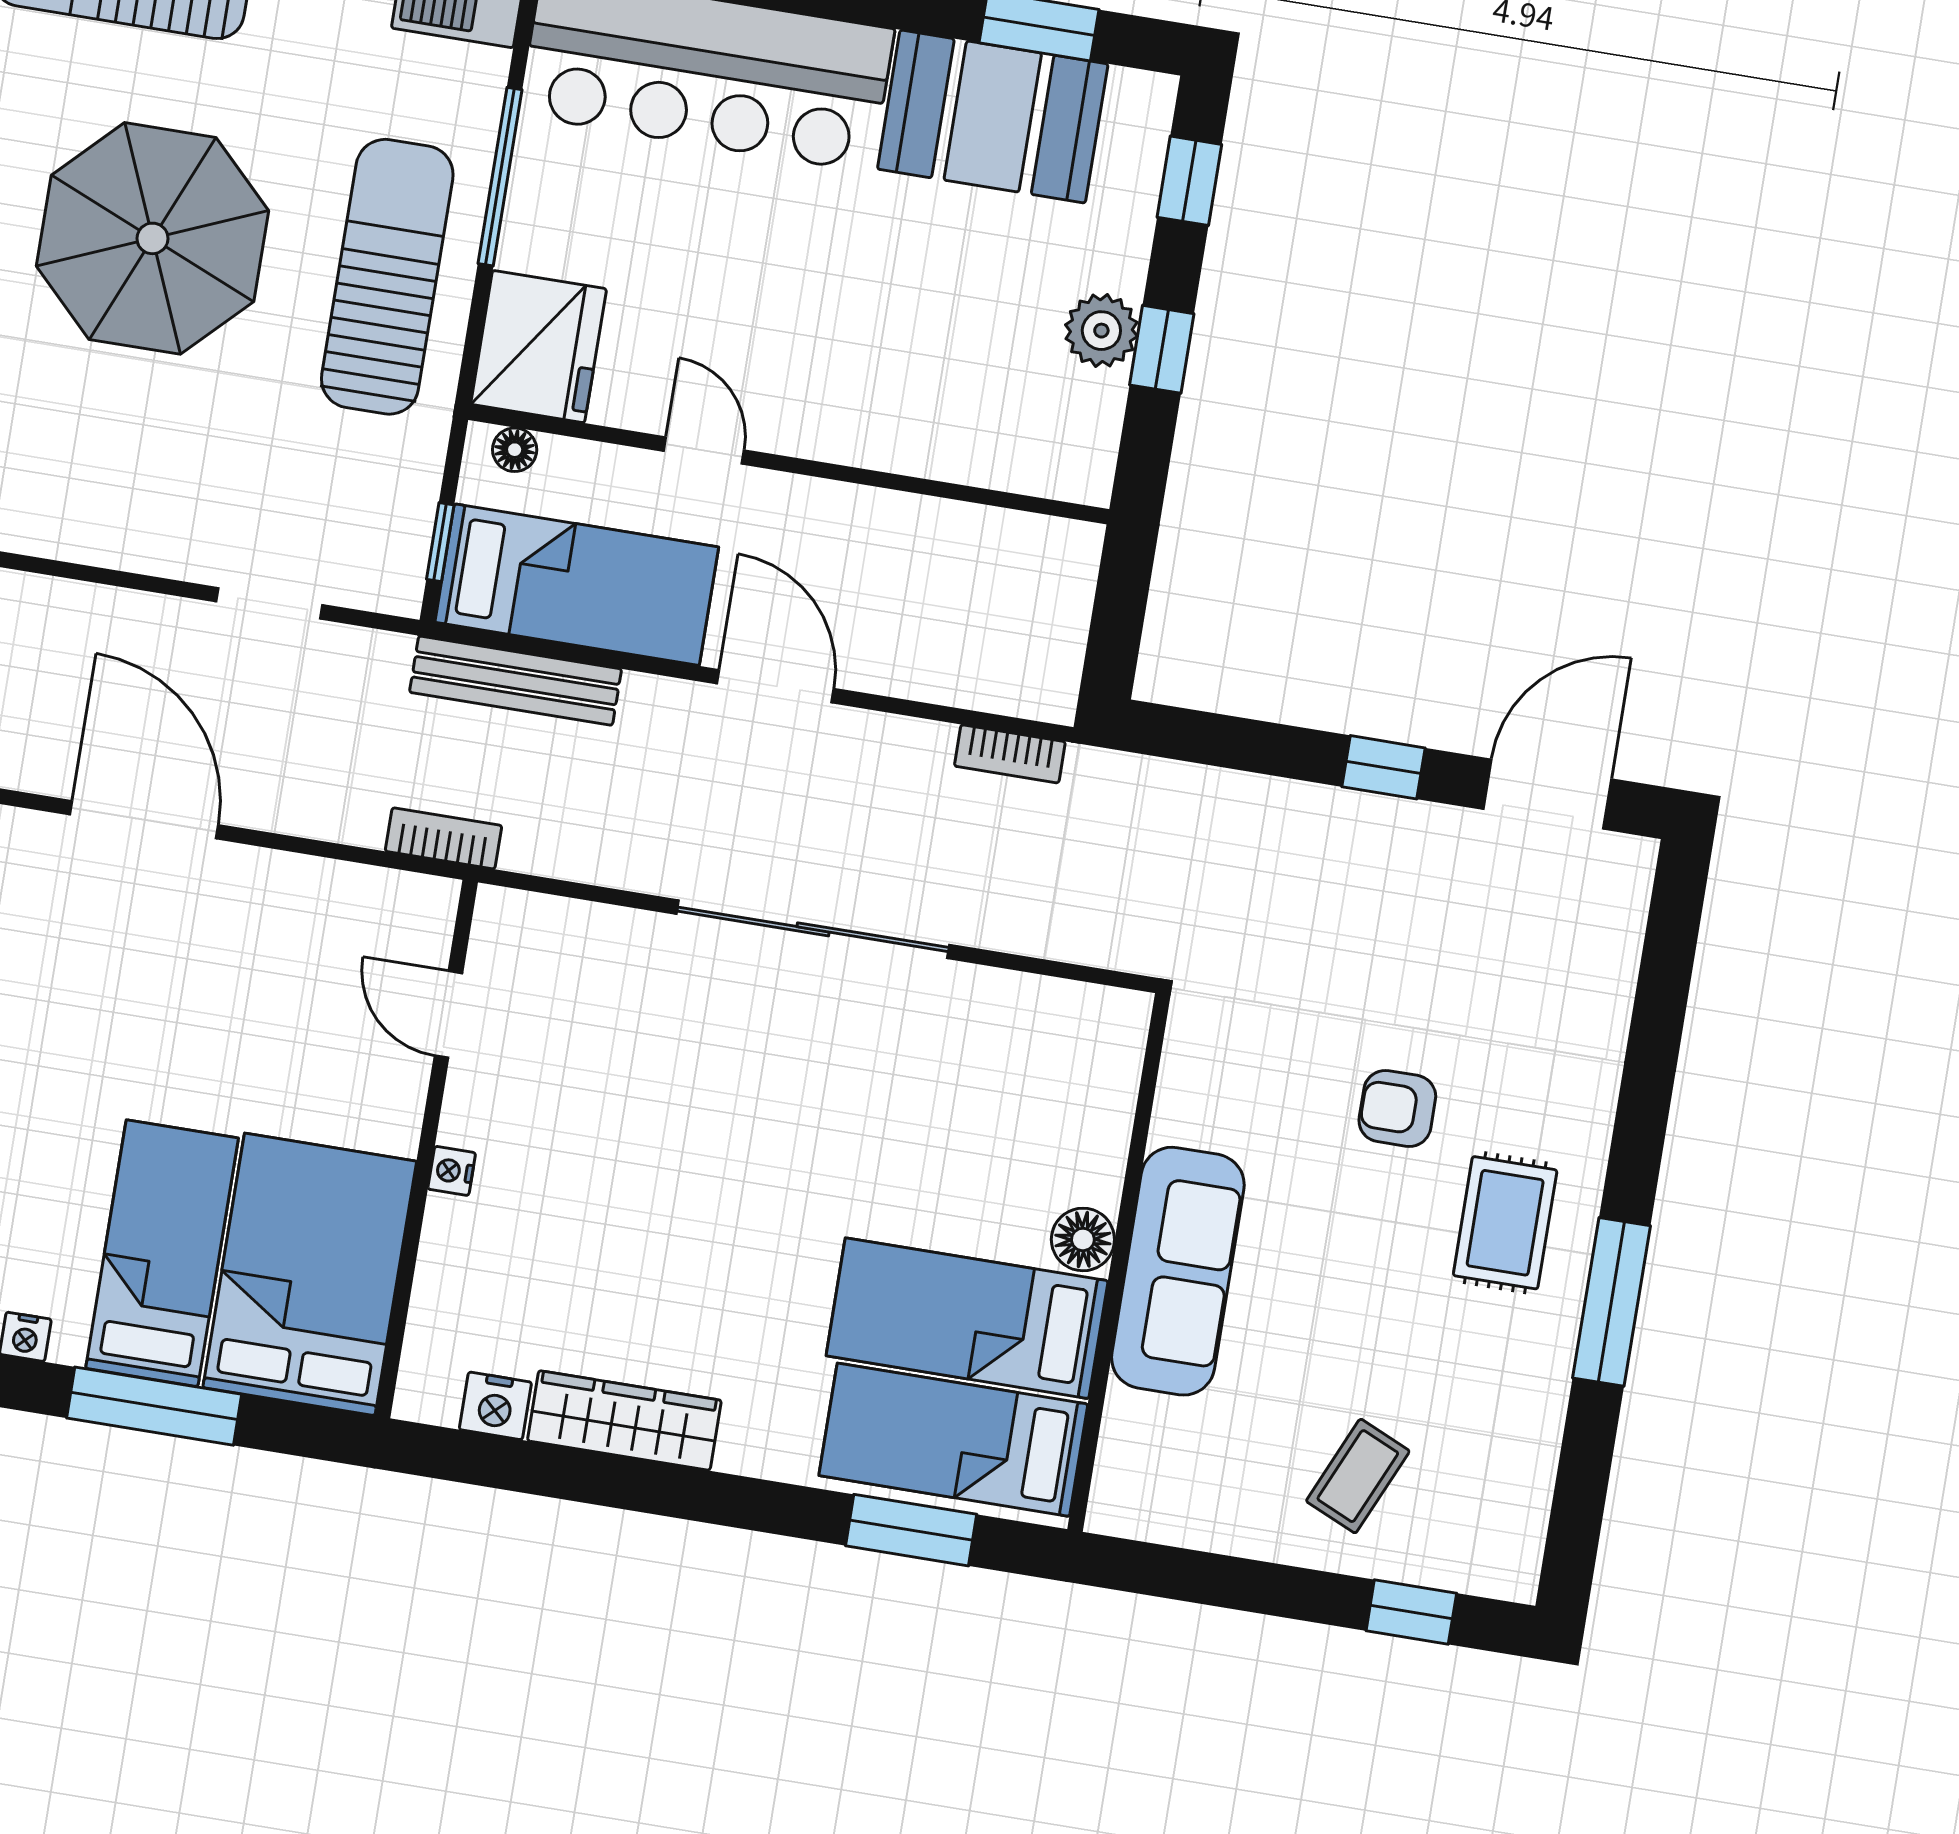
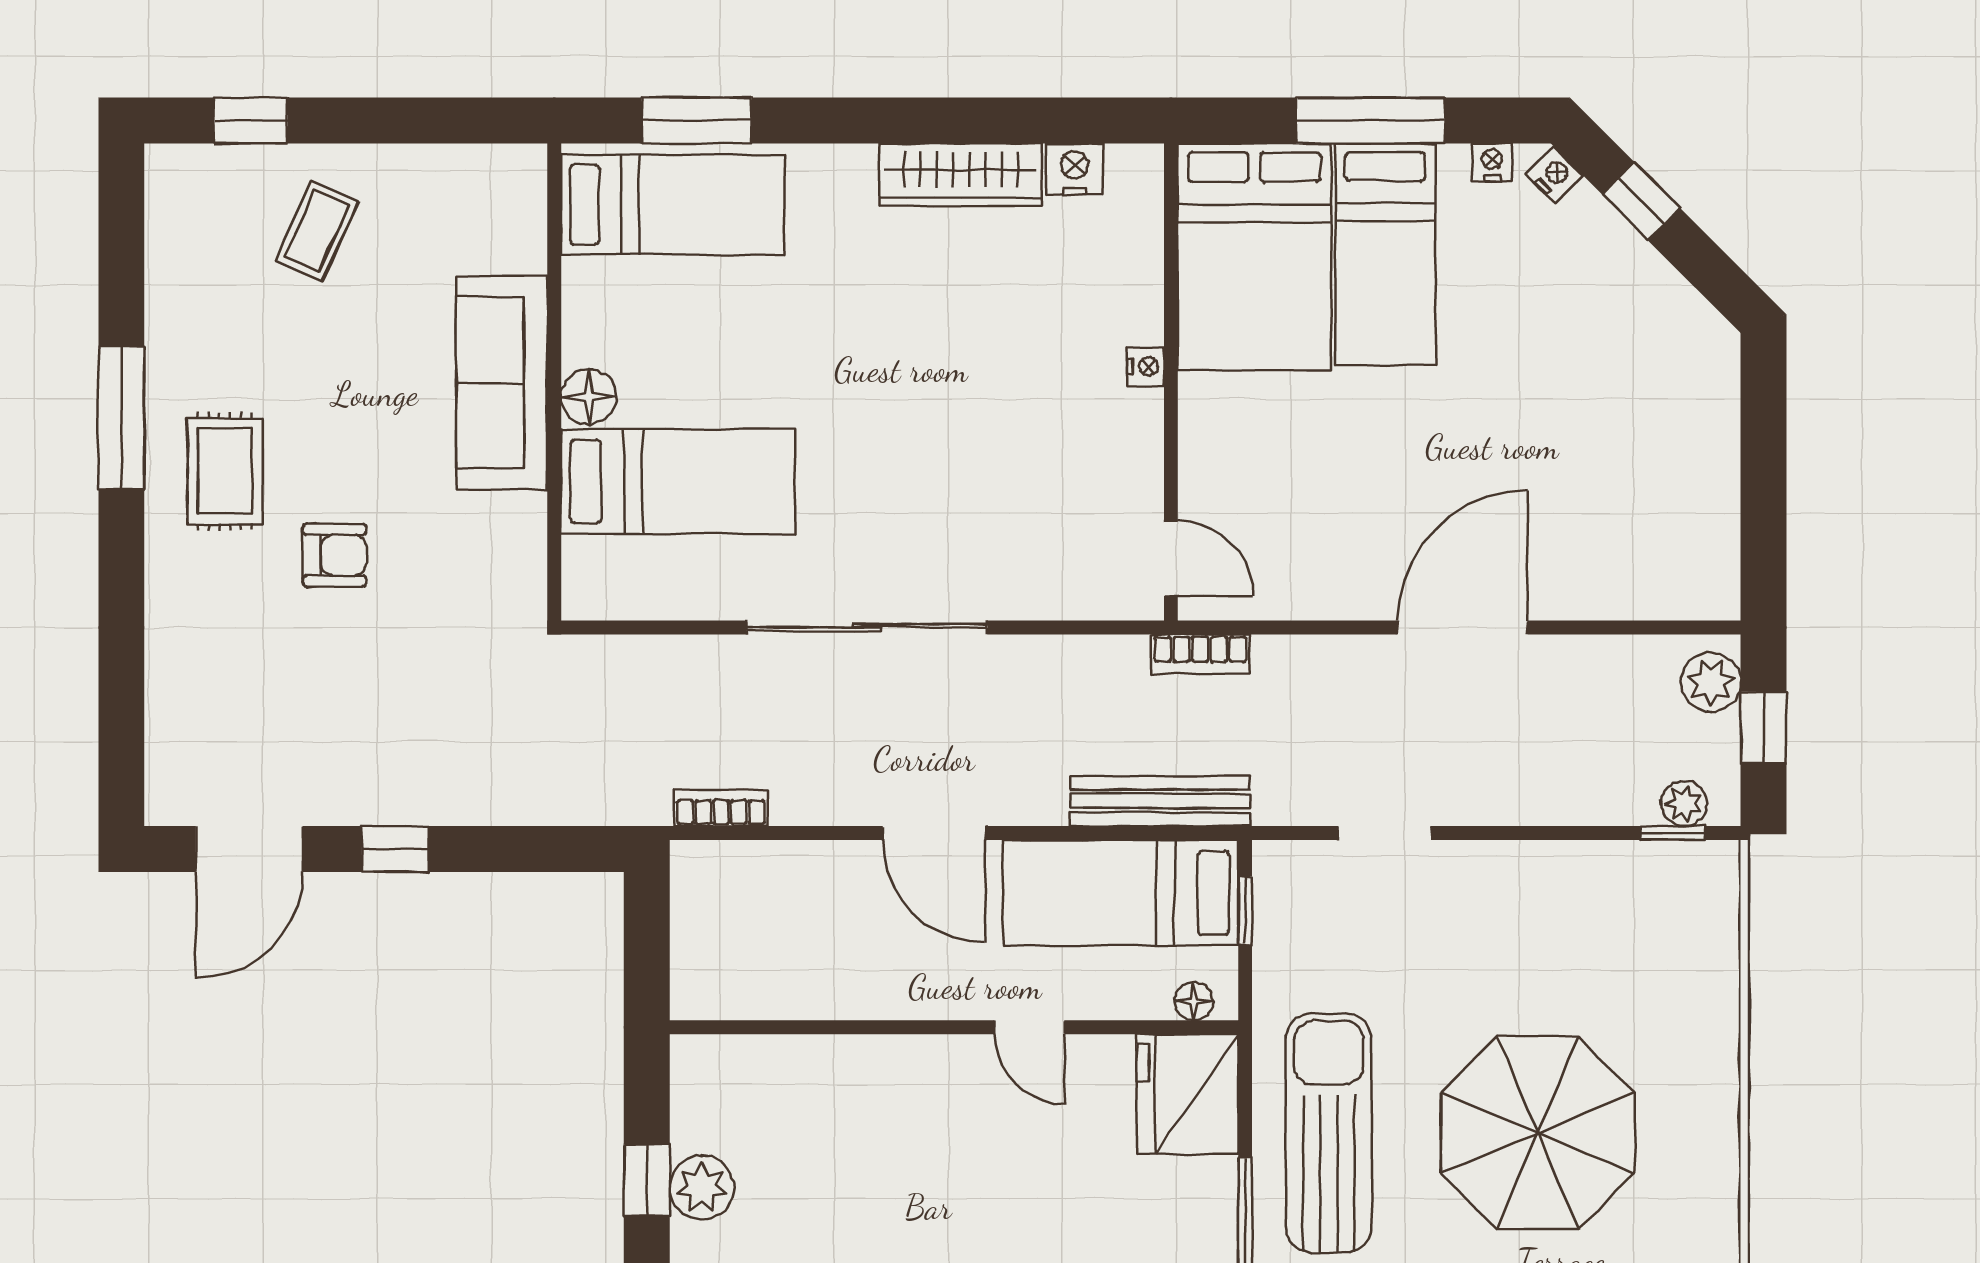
sun lounger: (387, 277) -> (1329, 1133), turned 180
door: (144, 820) -> (1463, 627), swing flipped
door: (448, 1014) -> (1171, 558), moved
bed: (967, 1318) -> (678, 482), moved

